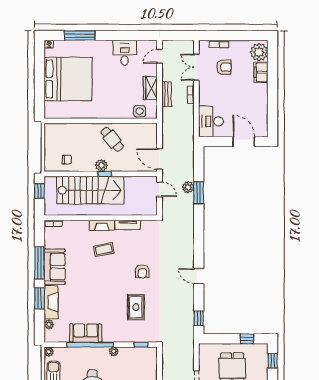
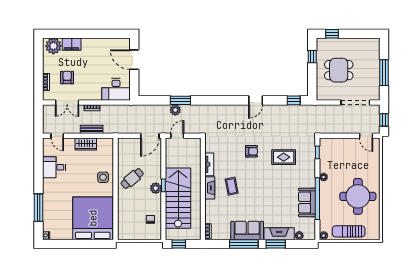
bed: (68, 79) -> (93, 218), moved
side table: (140, 111) -> (103, 177), moved
door: (244, 142) -> (134, 60), hinge flipped

